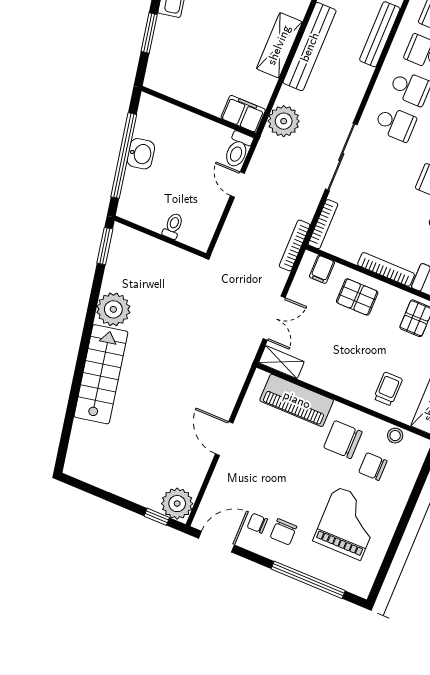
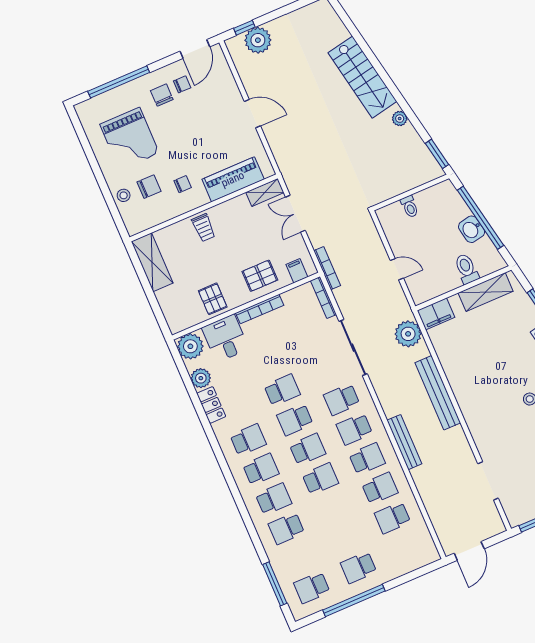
shelving: (279, 45) -> (486, 292), moved, turned 90
toilet: (238, 150) -> (467, 269), moved
plant: (113, 309) -> (400, 119), width x0.53, depth x0.53
trolley: (388, 389) -> (204, 228), moved
stool: (395, 436) -> (124, 195), moved
chair: (343, 440) -> (183, 184), width x0.54, depth x0.54
plant: (177, 504) -> (258, 40), moved

